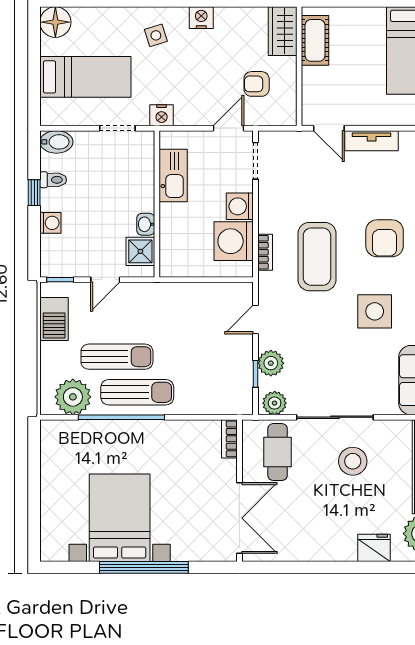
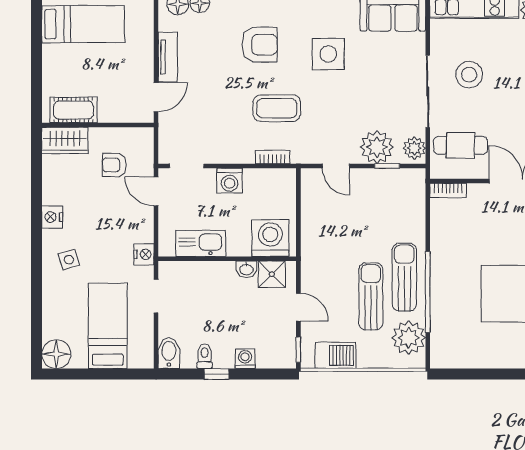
armchair: (257, 84) -> (114, 165), turned 90
washing machine: (234, 241) -> (270, 238), moved, turned 180
coffee table: (317, 257) -> (277, 108), width x0.73, depth x0.76
plant: (271, 363) -> (377, 147), width x1.36, depth x1.36

